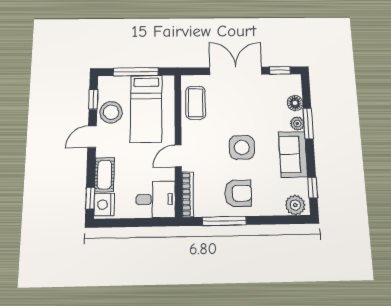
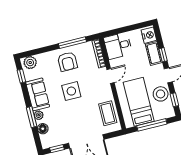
armchair: (238, 193) -> (67, 62), turned -90
window: (90, 198) -> (163, 55), moved

